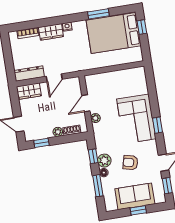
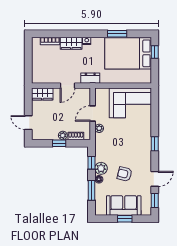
dresser: (29, 74) -> (90, 78), moved, width x0.70
corner sofa: (136, 119) -> (130, 103), moved, turned -90
window: (41, 143) -> (59, 143), moved

